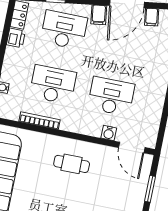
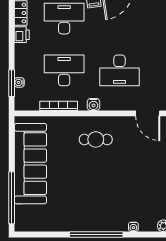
desk: (111, 96) -> (119, 70), turned 180
water cooler: (109, 133) -> (93, 104), moved

